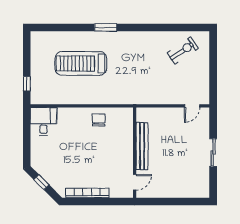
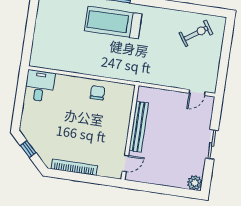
treadmill: (81, 63) -> (113, 22), moved
window: (27, 84) -> (28, 44), removed
plant: (202, 191) -> (195, 183), added

